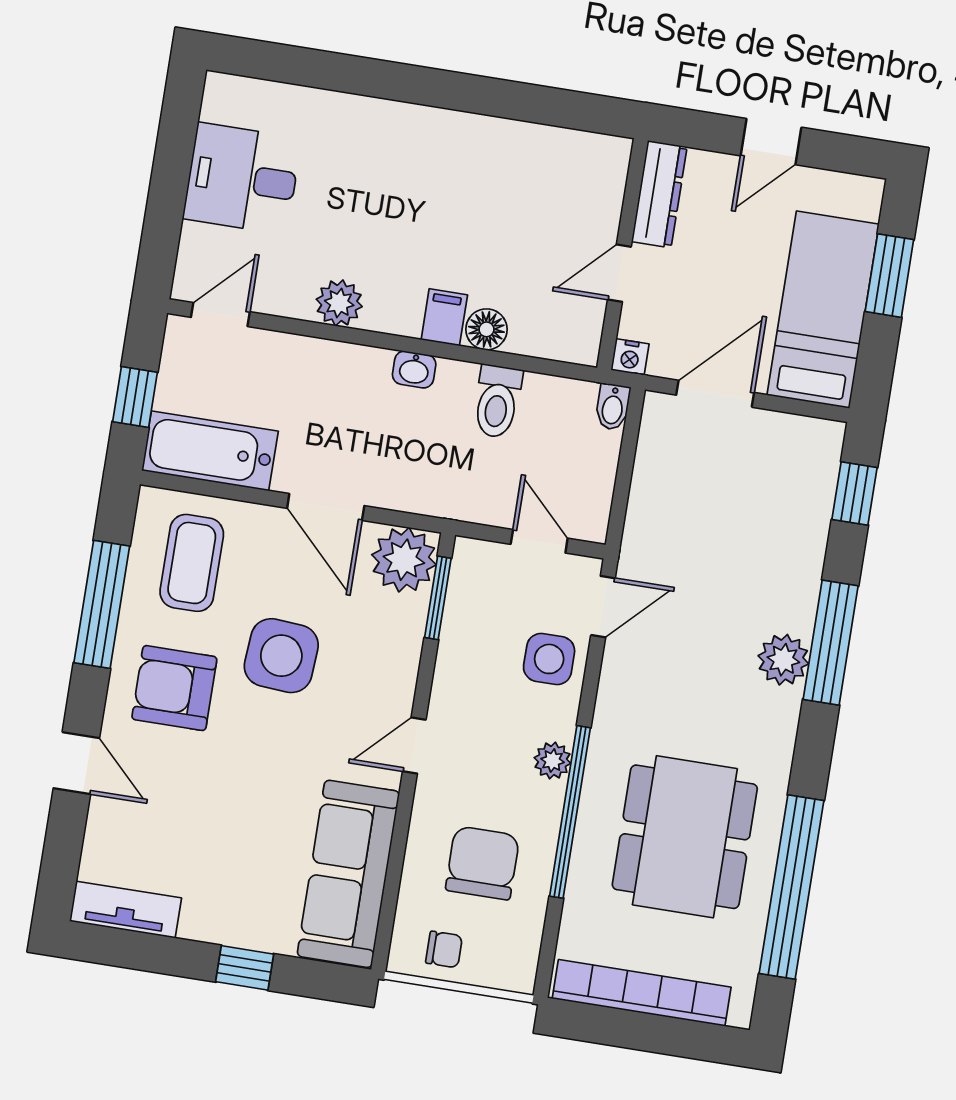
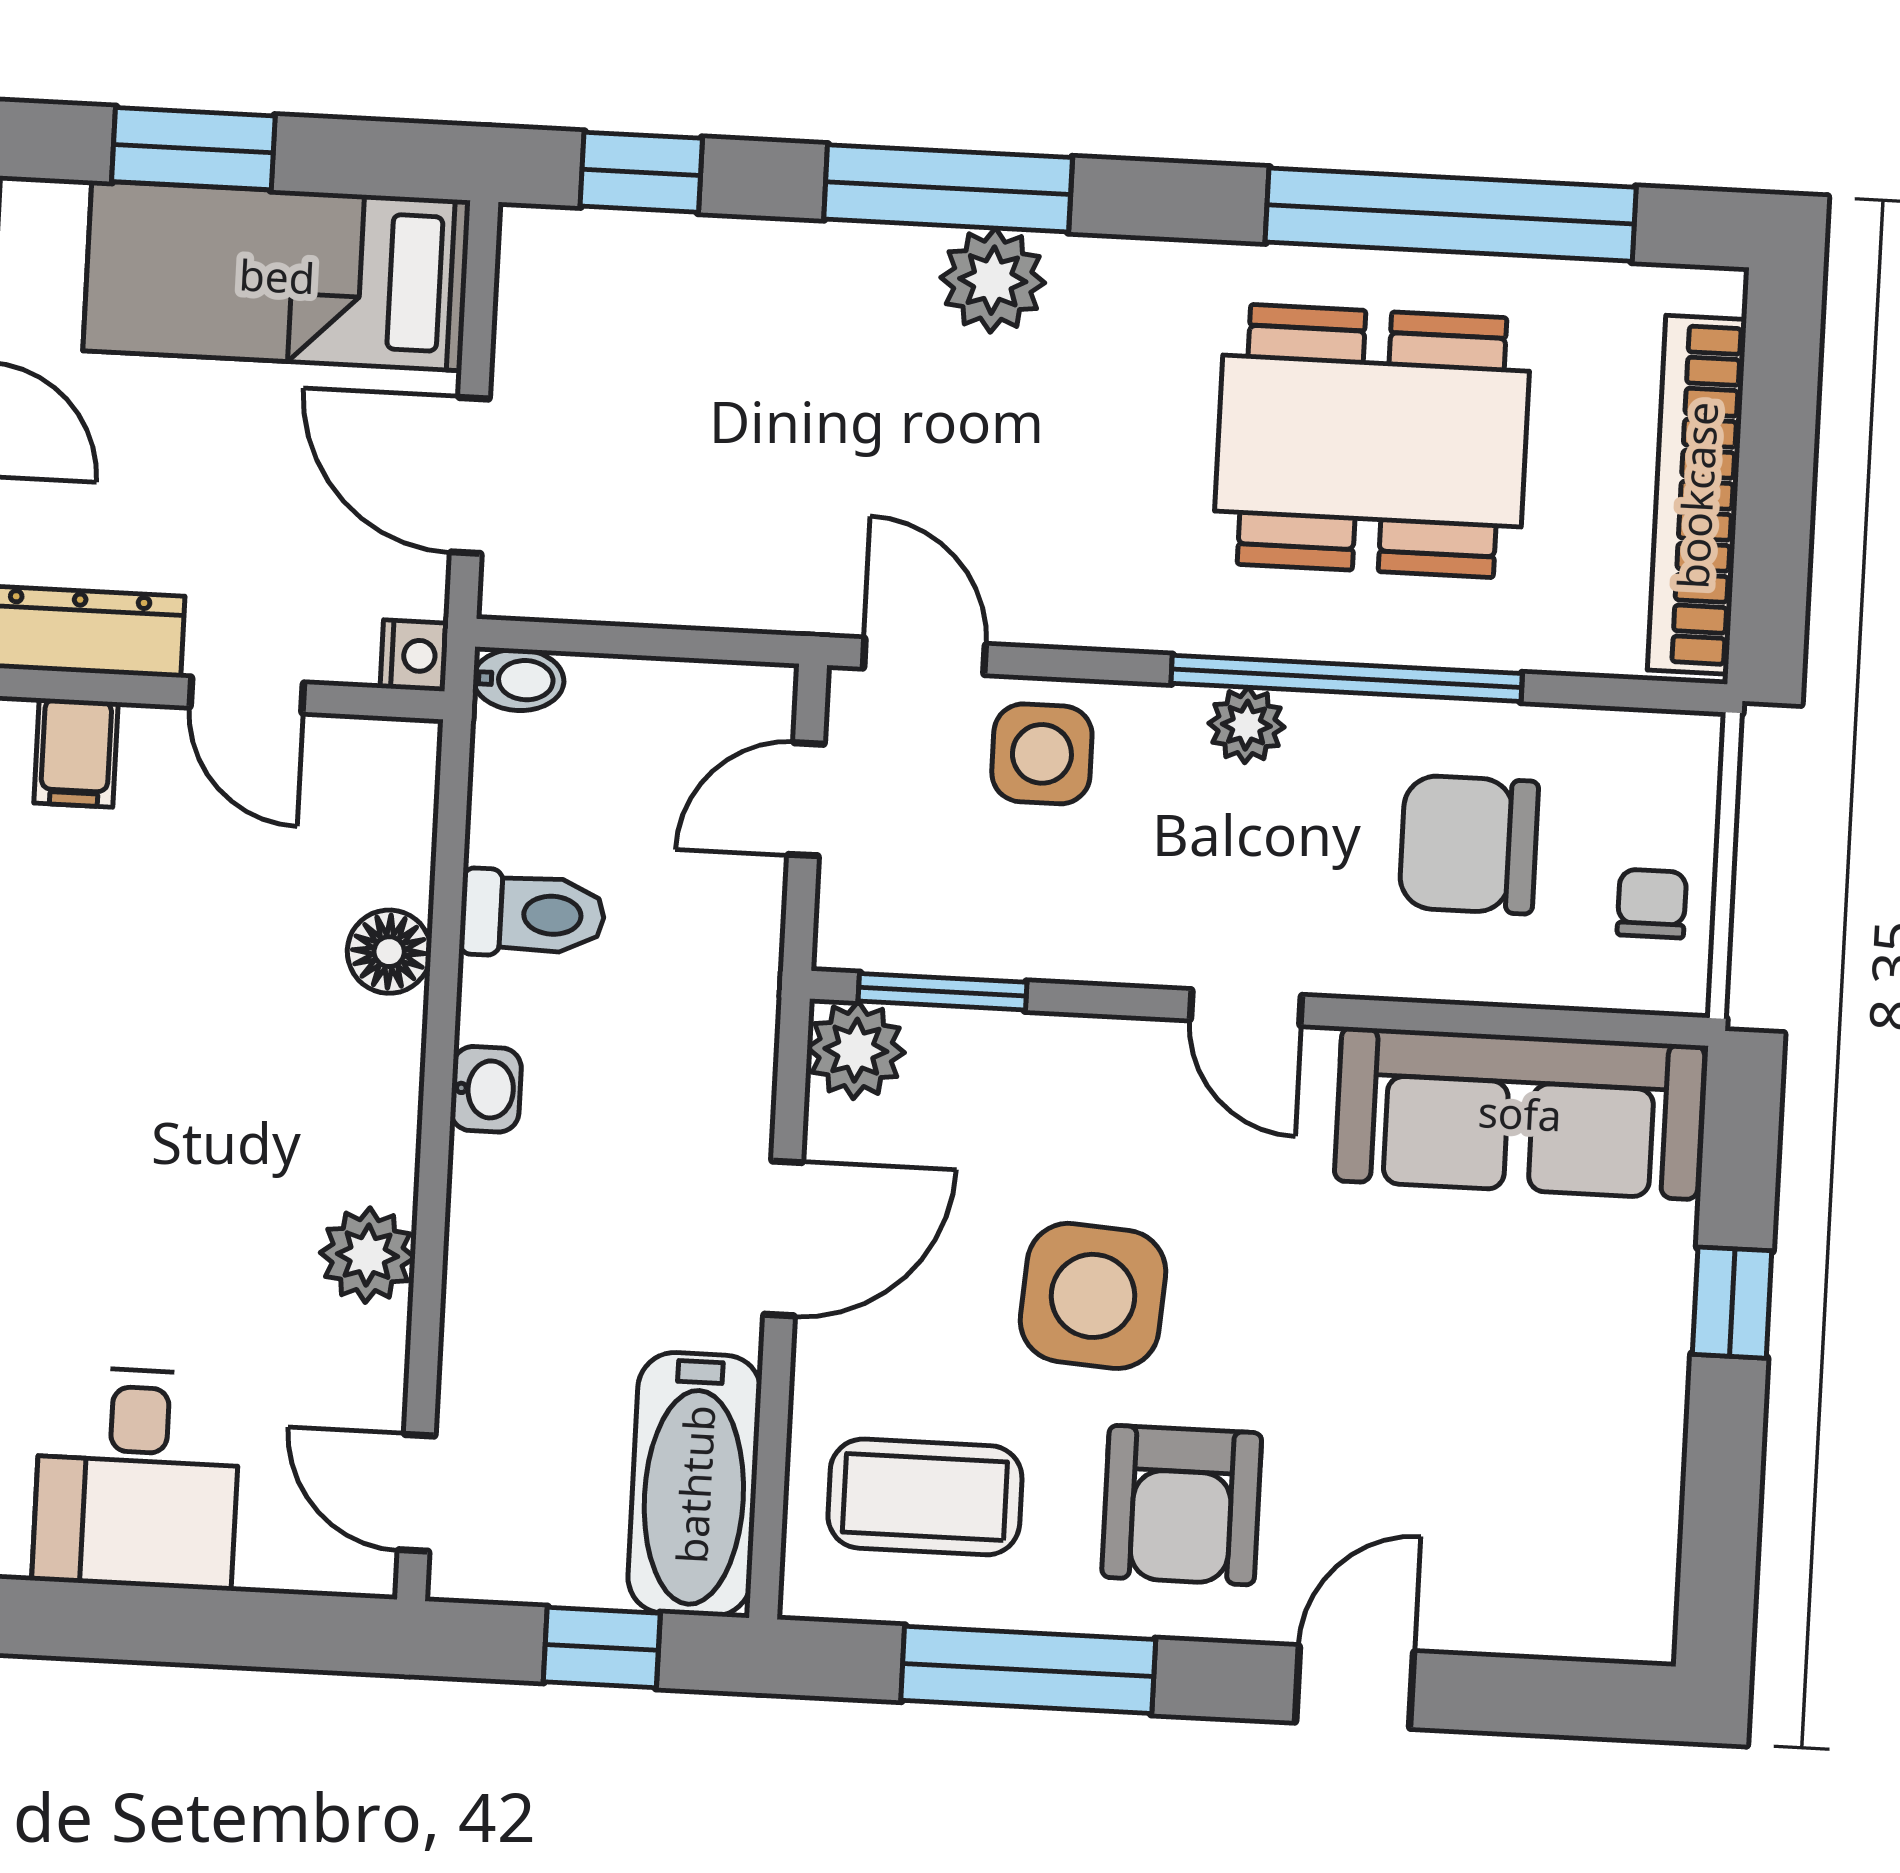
filing cabinet: (444, 317) -> (76, 753), moved, turned -90
plant: (404, 560) -> (856, 1050), width x0.73, depth x0.73
tv unit: (126, 910) -> (1640, 1556), removed

